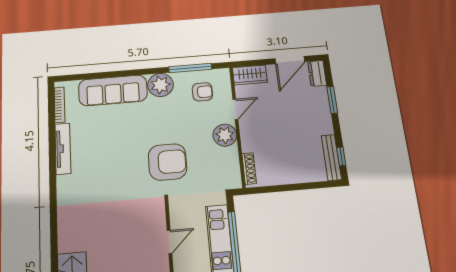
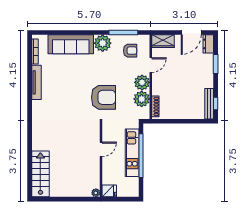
plant: (227, 159) -> (142, 99), added

